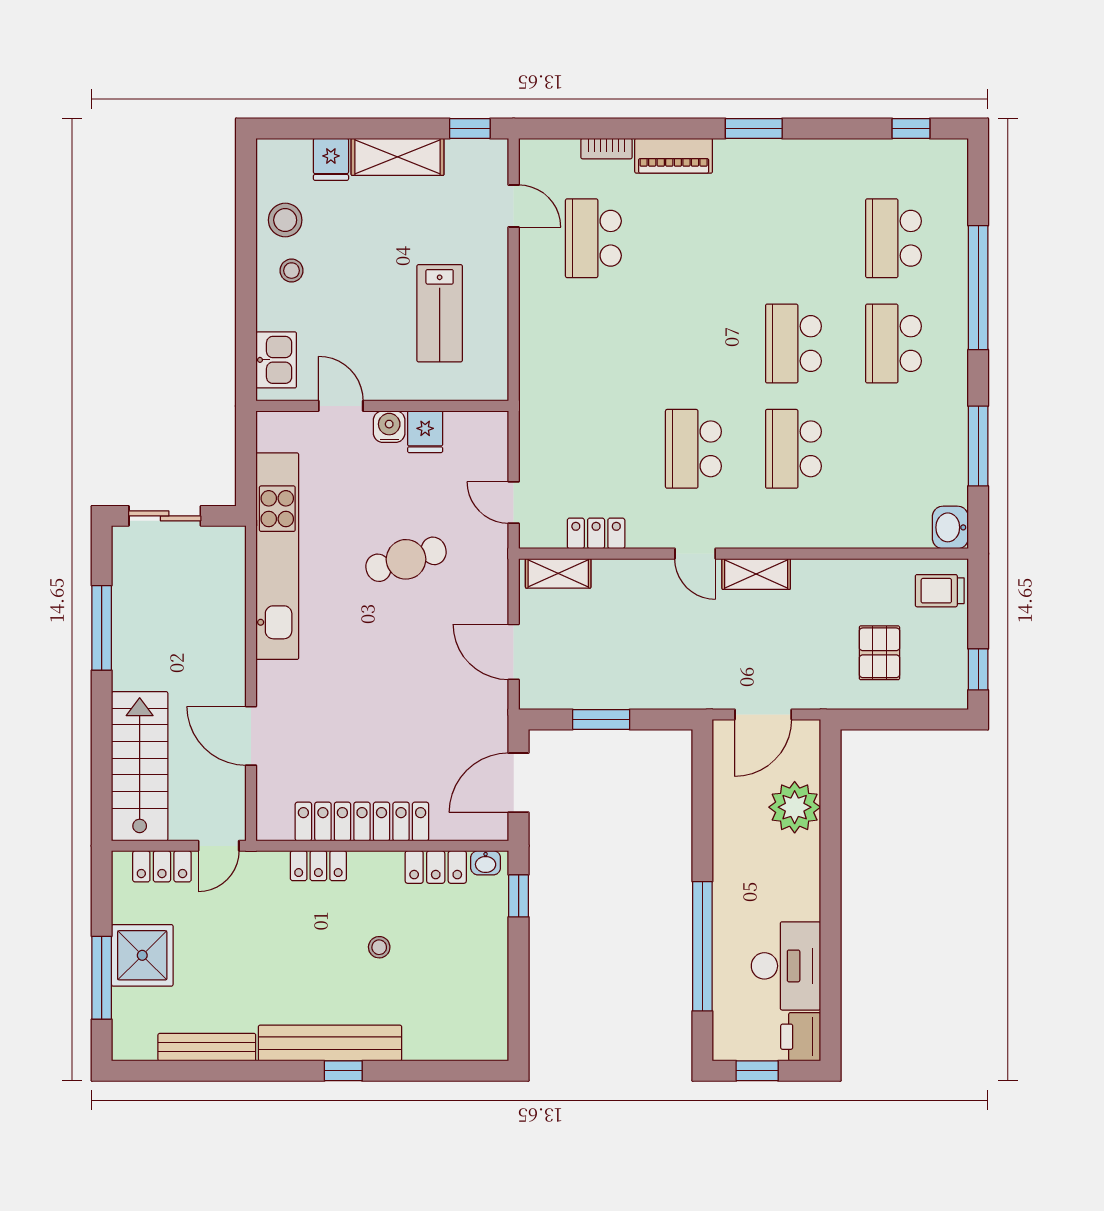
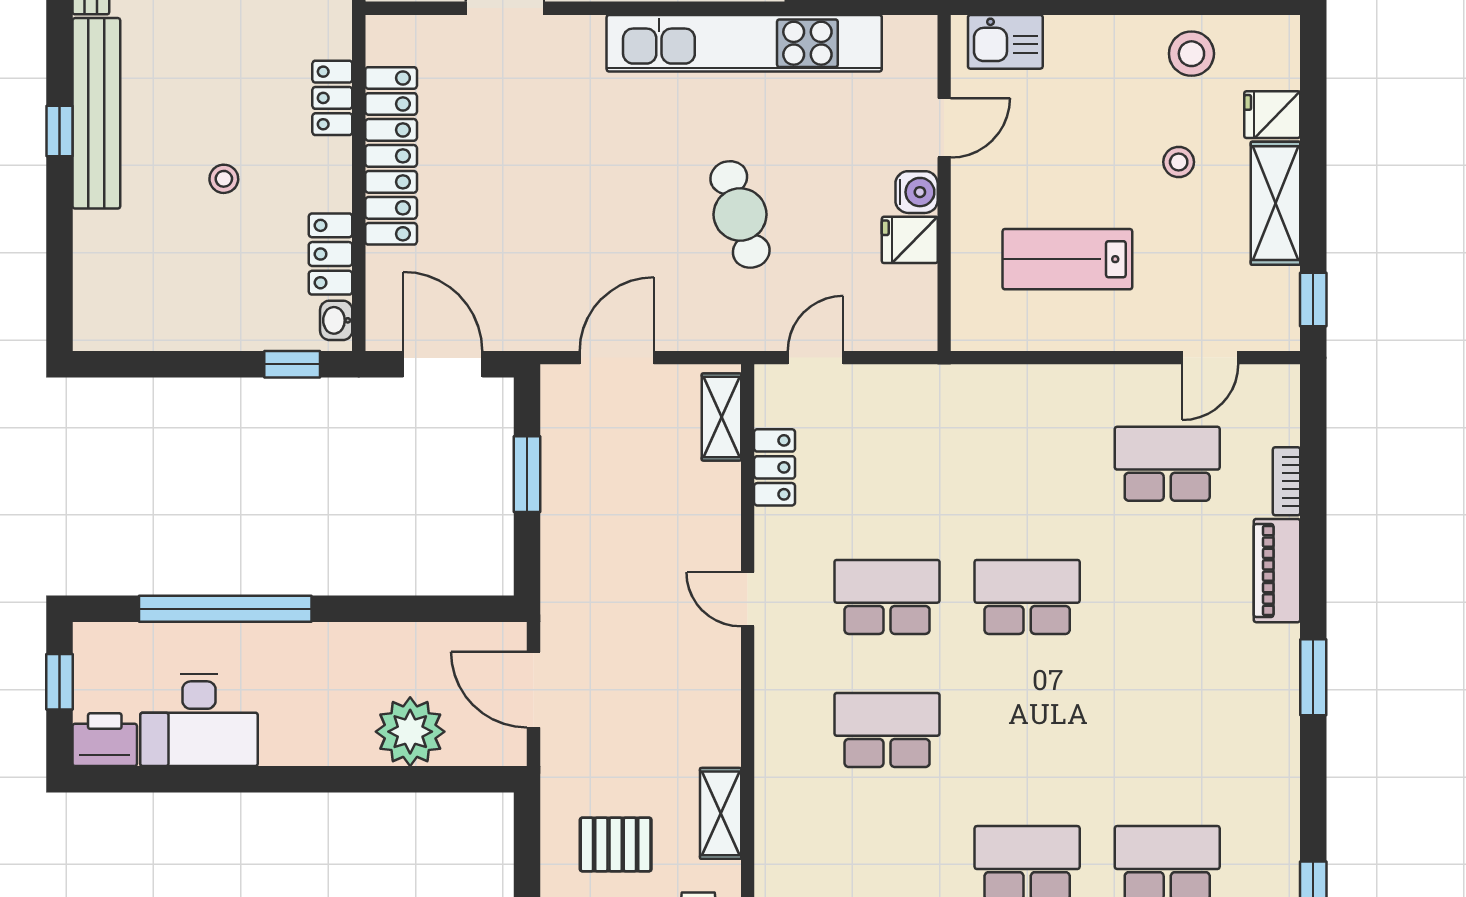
stool: (292, 271) -> (1179, 162), moved
school desk: (793, 344) -> (1027, 597), moved
door: (695, 554) -> (748, 599), hinge flipped
shelving: (756, 574) -> (721, 813), moved

